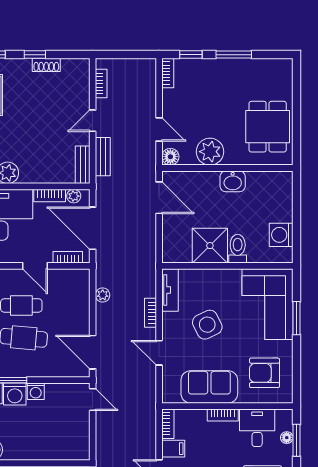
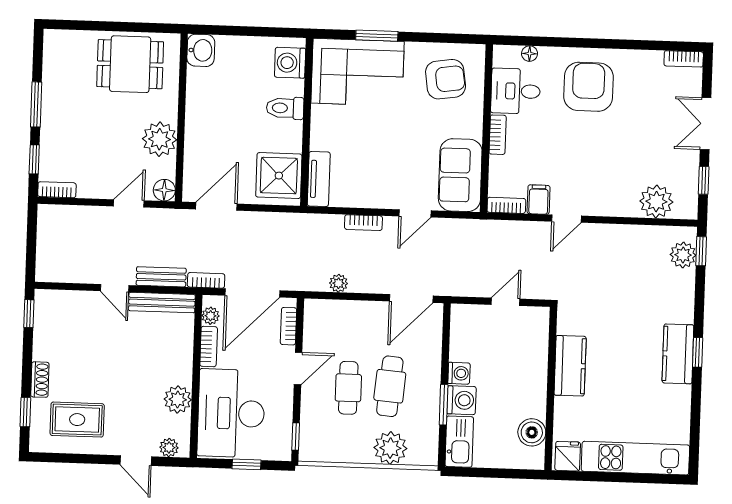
window: (35, 55) -> (29, 314), moved
shoe rack: (46, 65) -> (40, 380), moved
bookcase: (101, 84) -> (206, 280), moved
bench: (83, 165) -> (162, 303), width x1.36
washbasin: (233, 181) -> (201, 50), moved
washing machine: (281, 235) -> (290, 63), moved, turned 90
shower: (210, 246) -> (279, 176), moved
tv unit: (170, 290) -> (319, 179), moved, turned 90
side table: (207, 325) -> (381, 150), removed
armchair: (264, 373) -> (446, 79), turned -98
sofa: (209, 387) -> (460, 175), moved
door: (93, 400) -> (506, 302), moved
window: (297, 440) -> (533, 41), removed

